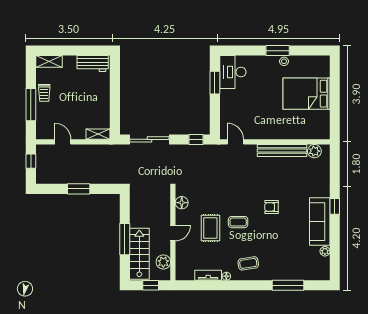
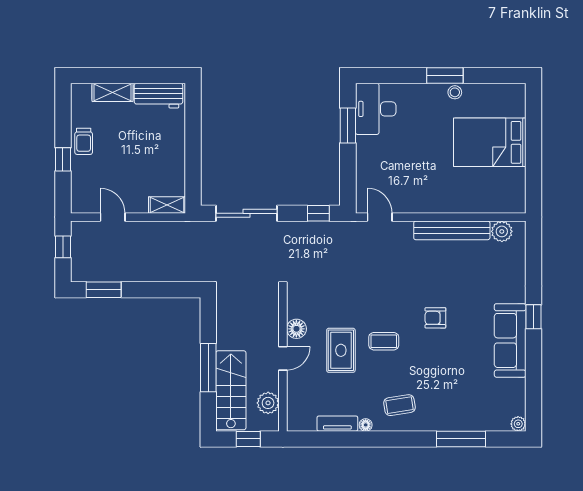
shelving: (49, 61) -> (113, 92), moved
window: (31, 105) -> (63, 159), width x0.46
window: (79, 189) -> (104, 290), moved
floor lamp: (182, 203) -> (296, 329), moved
plant: (325, 251) -> (518, 424), moved

